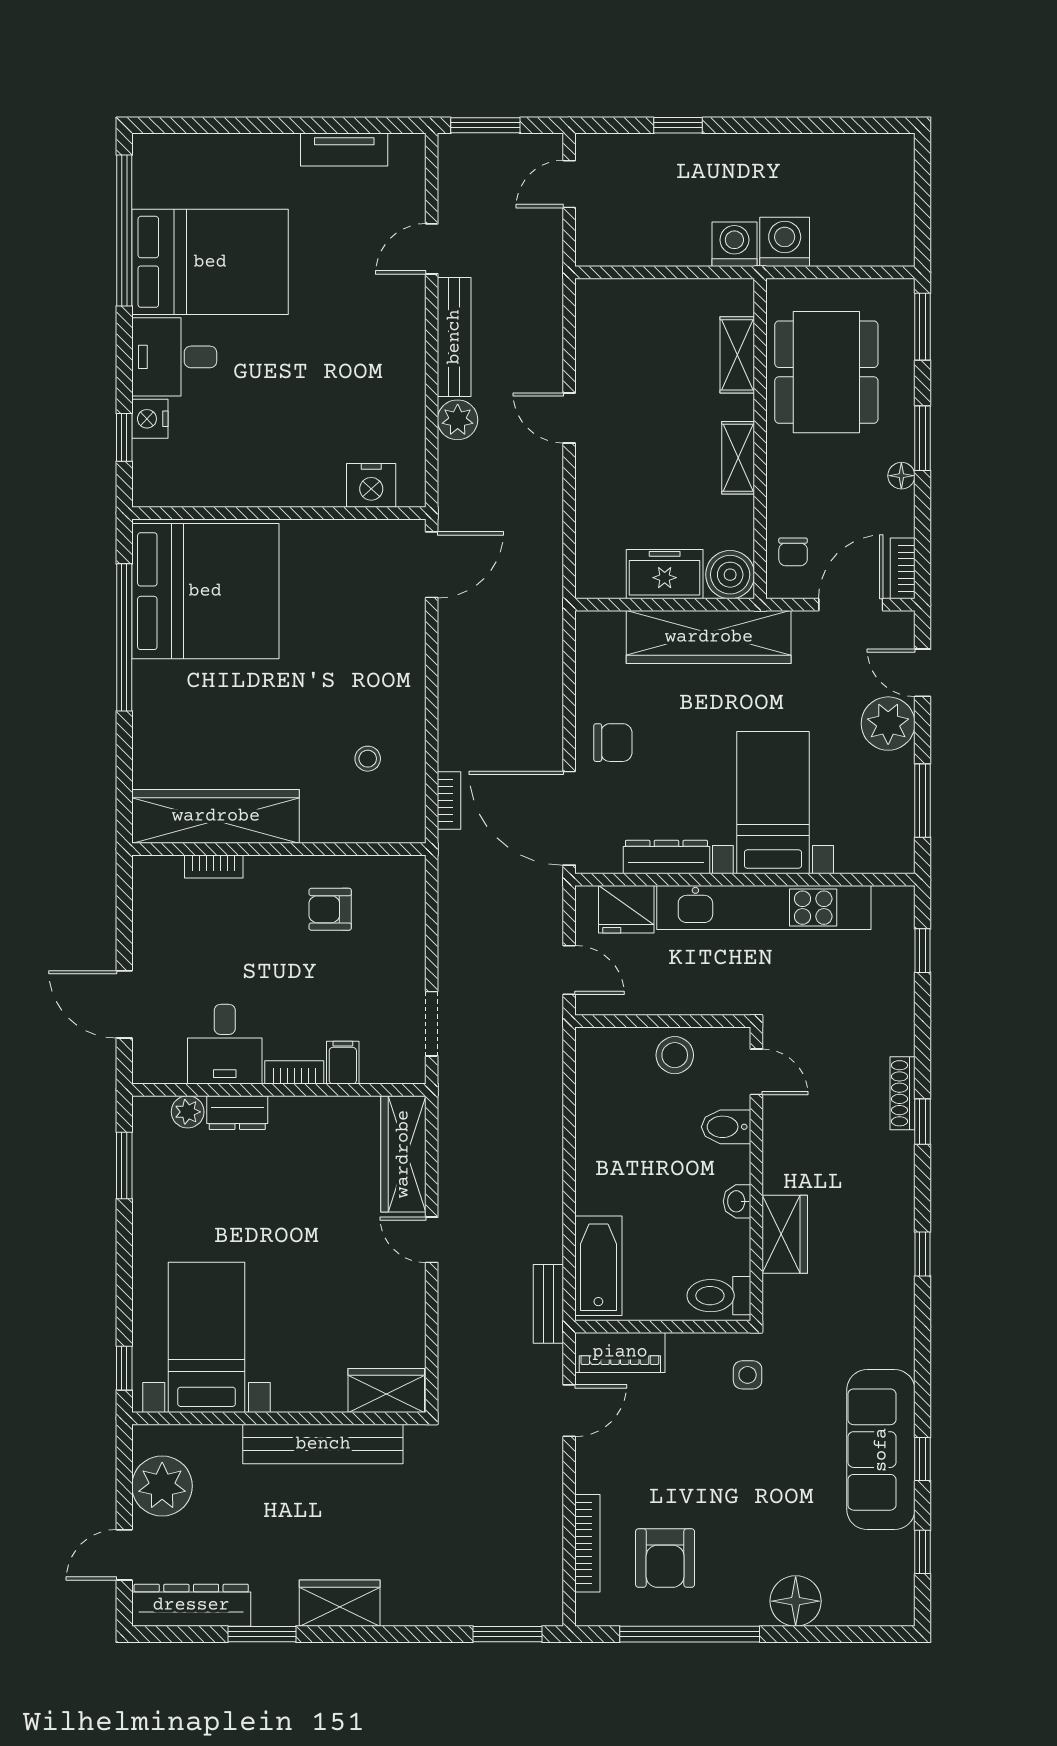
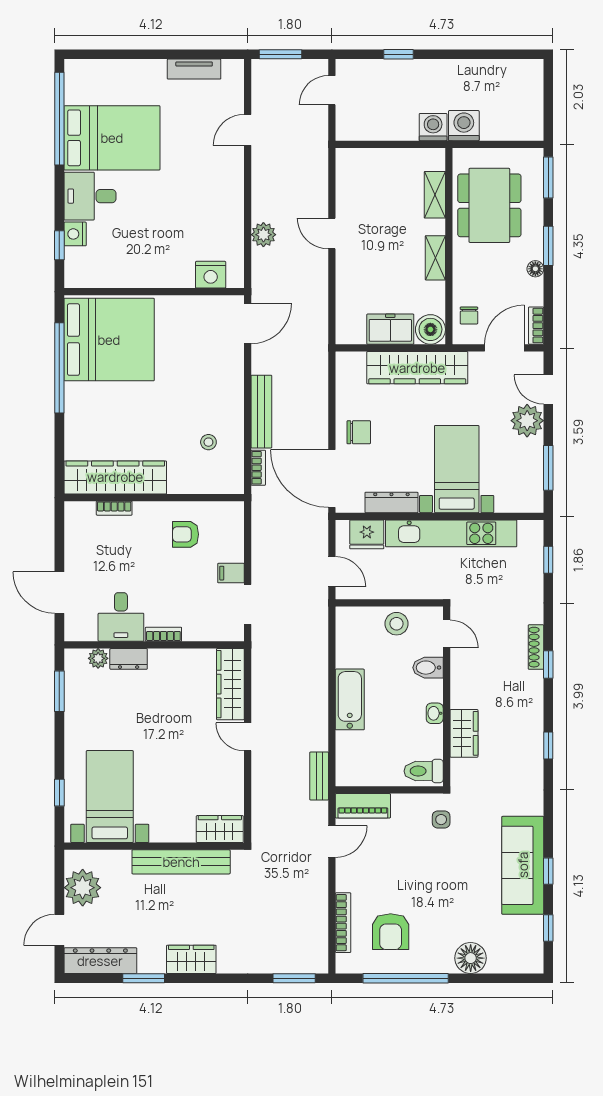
bench: (454, 337) -> (261, 412), moved
filing cabinet: (343, 1063) -> (231, 573), moved, turned -90
bathtub: (598, 1266) -> (350, 699), moved
window: (124, 1368) -> (59, 793), moved

